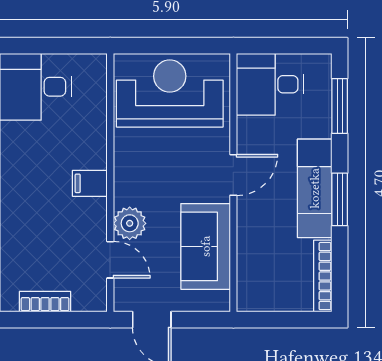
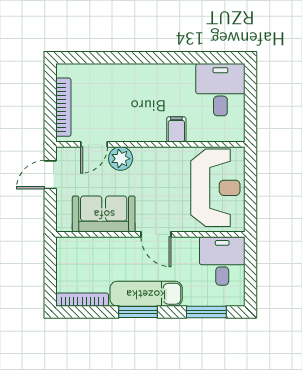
filing cabinet: (90, 183) -> (176, 129), moved
bookcase: (45, 302) -> (63, 107), width x1.56

